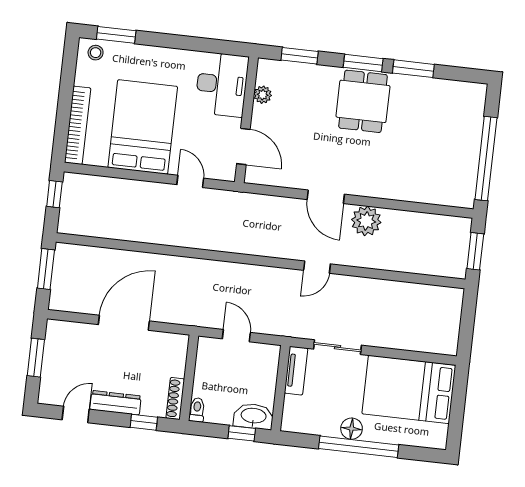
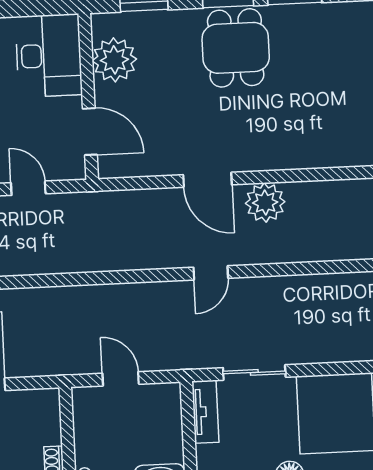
plant: (263, 95) -> (114, 60), width x1.88, depth x1.88

